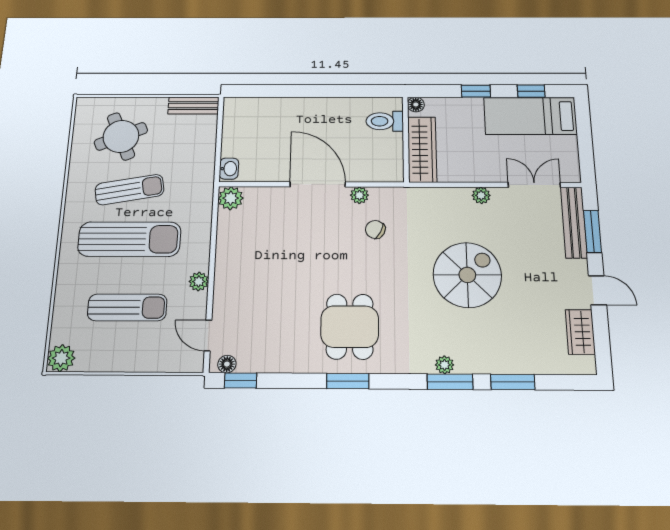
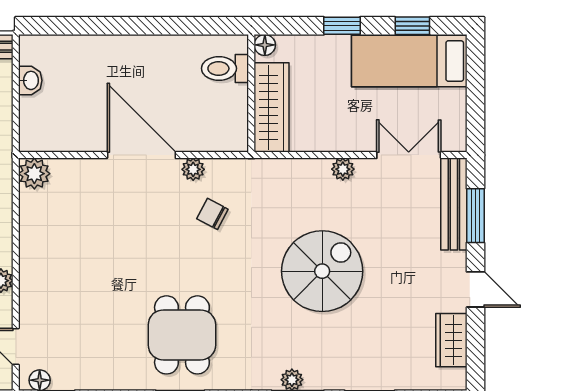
washbasin: (229, 169) -> (30, 80), moved

